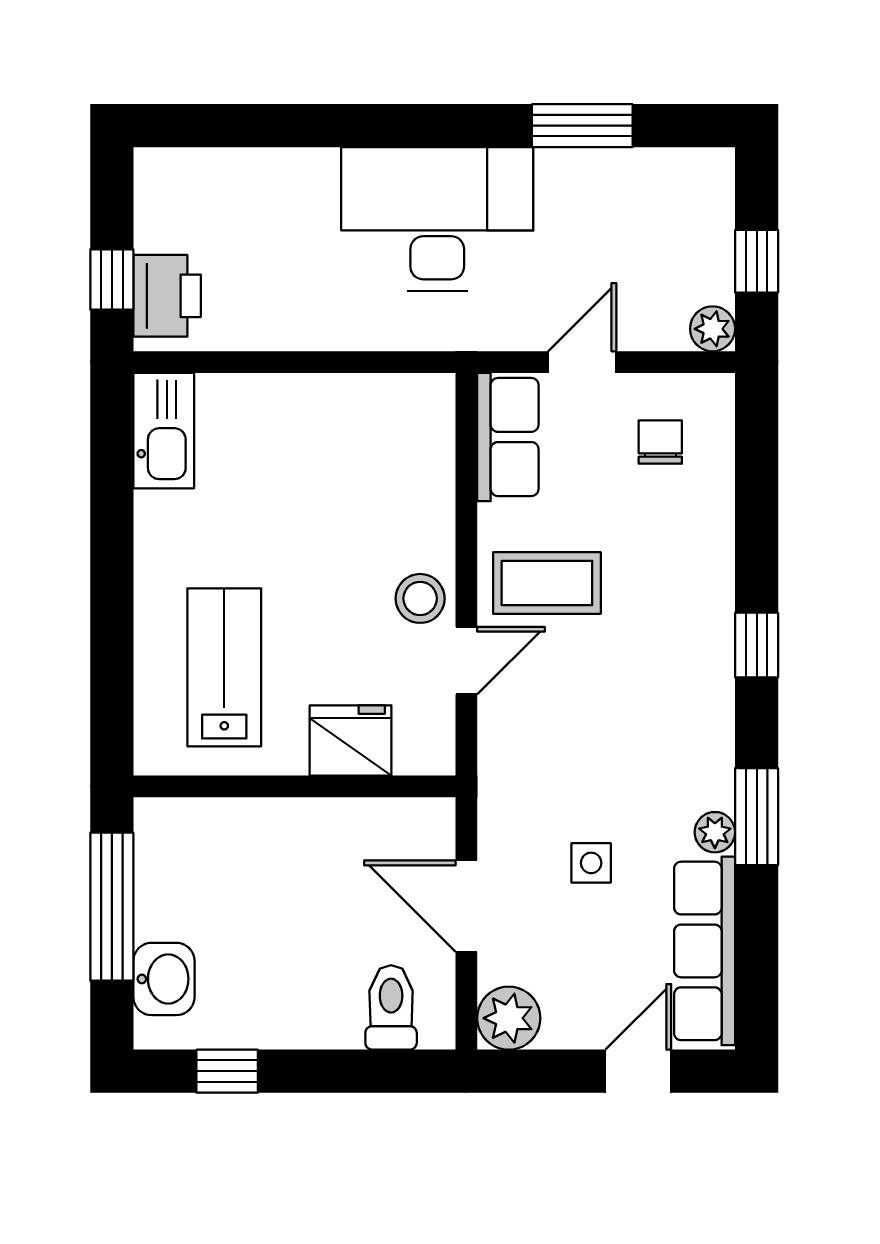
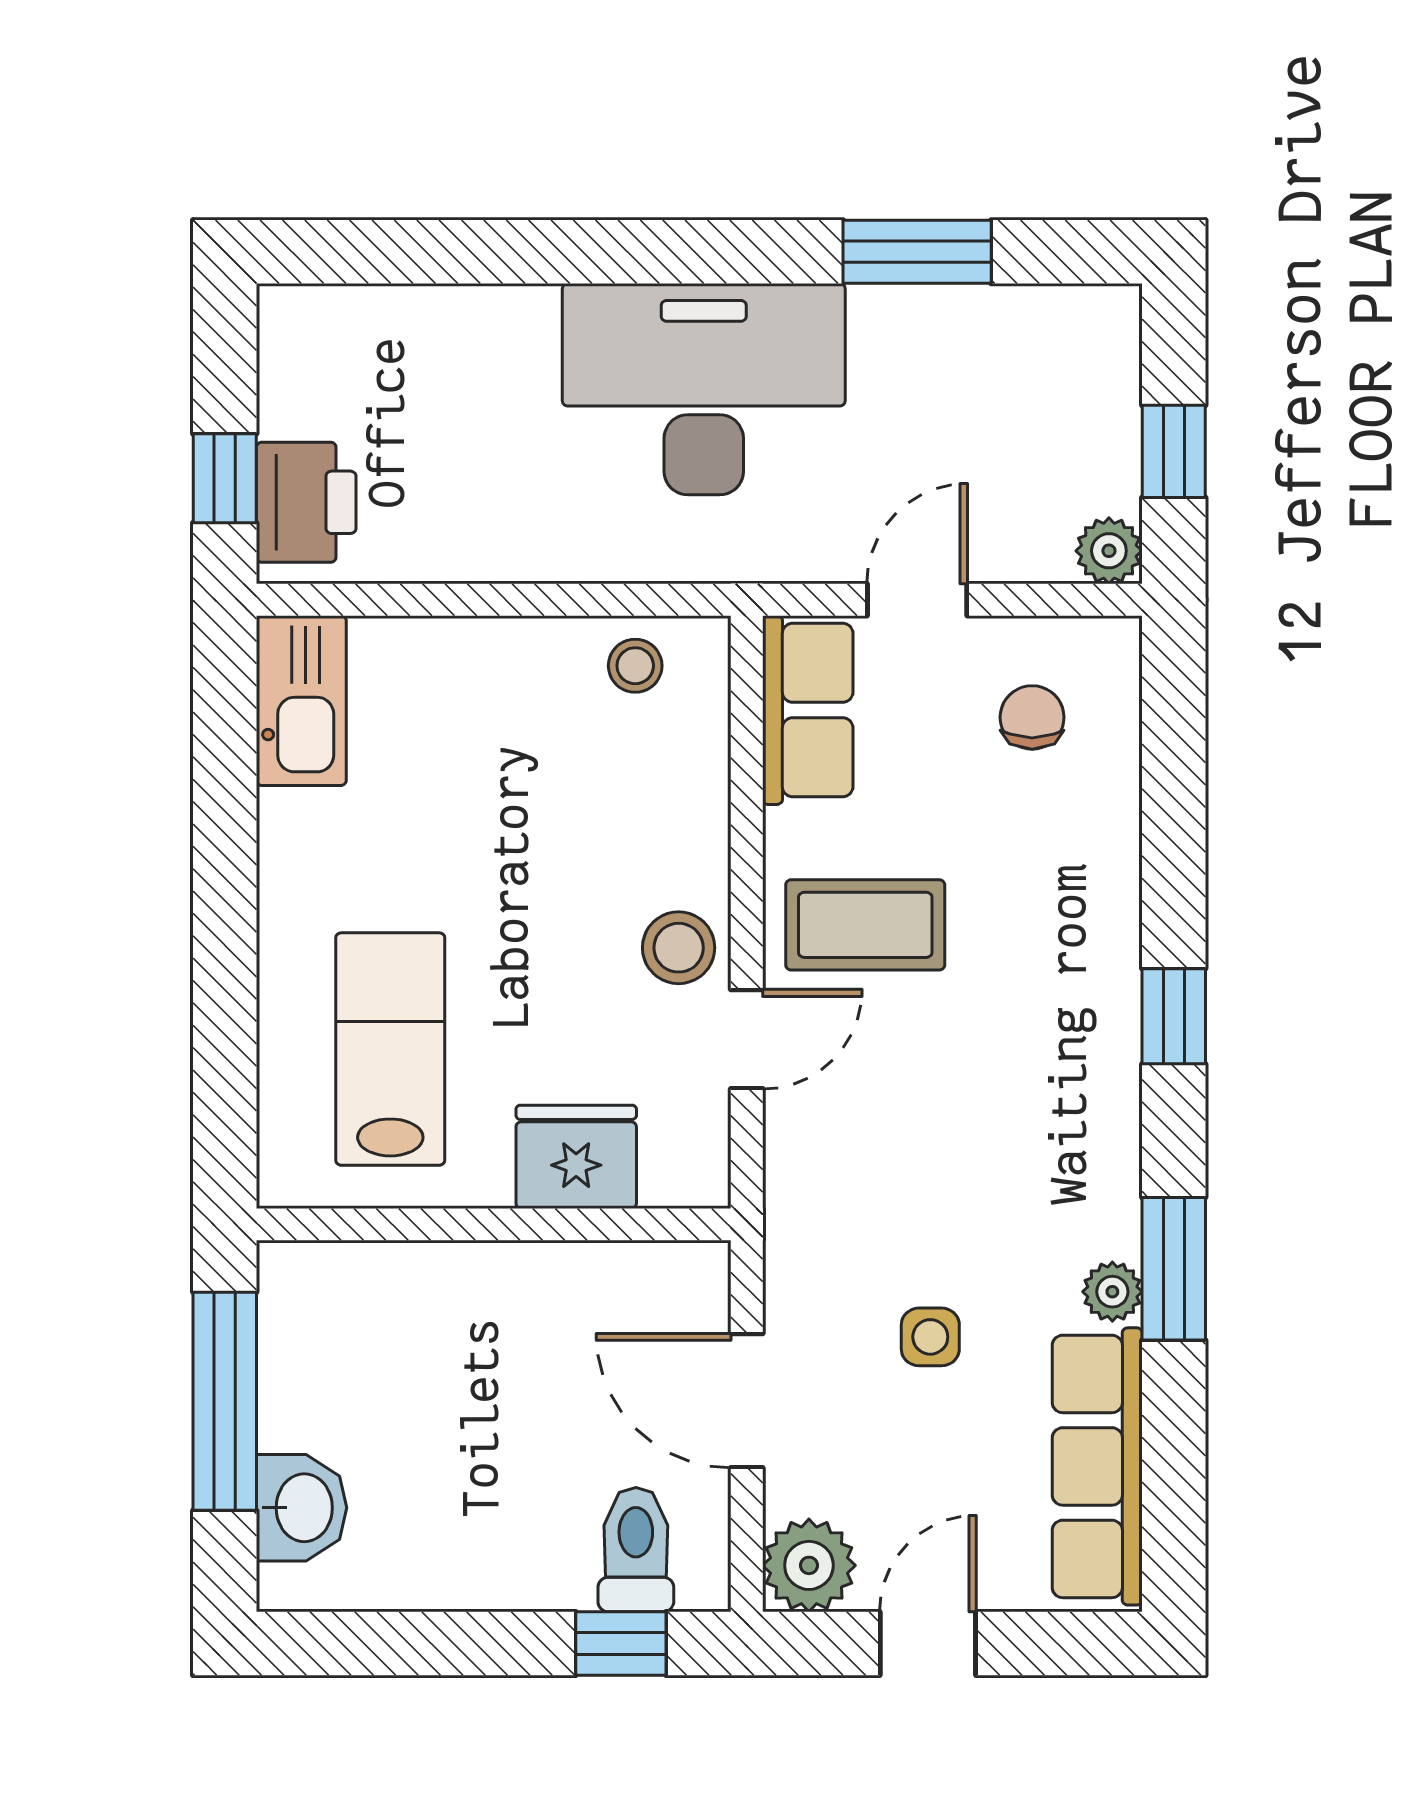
stool: (391, 407) -> (635, 666), added
window: (227, 1071) -> (621, 1644), moved
door: (638, 1071) -> (928, 1644), moved

